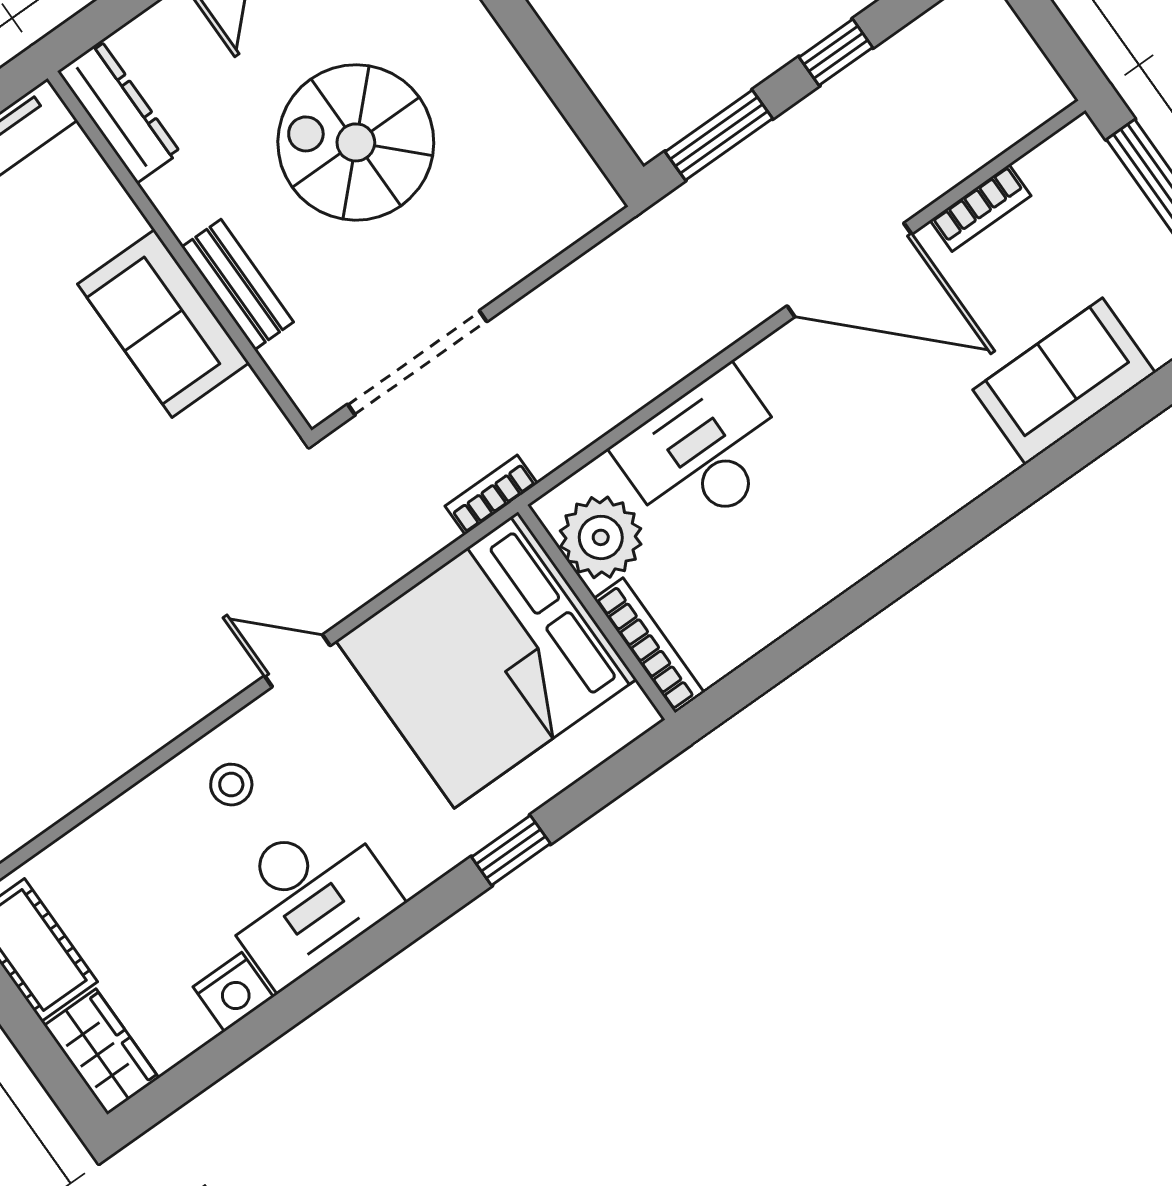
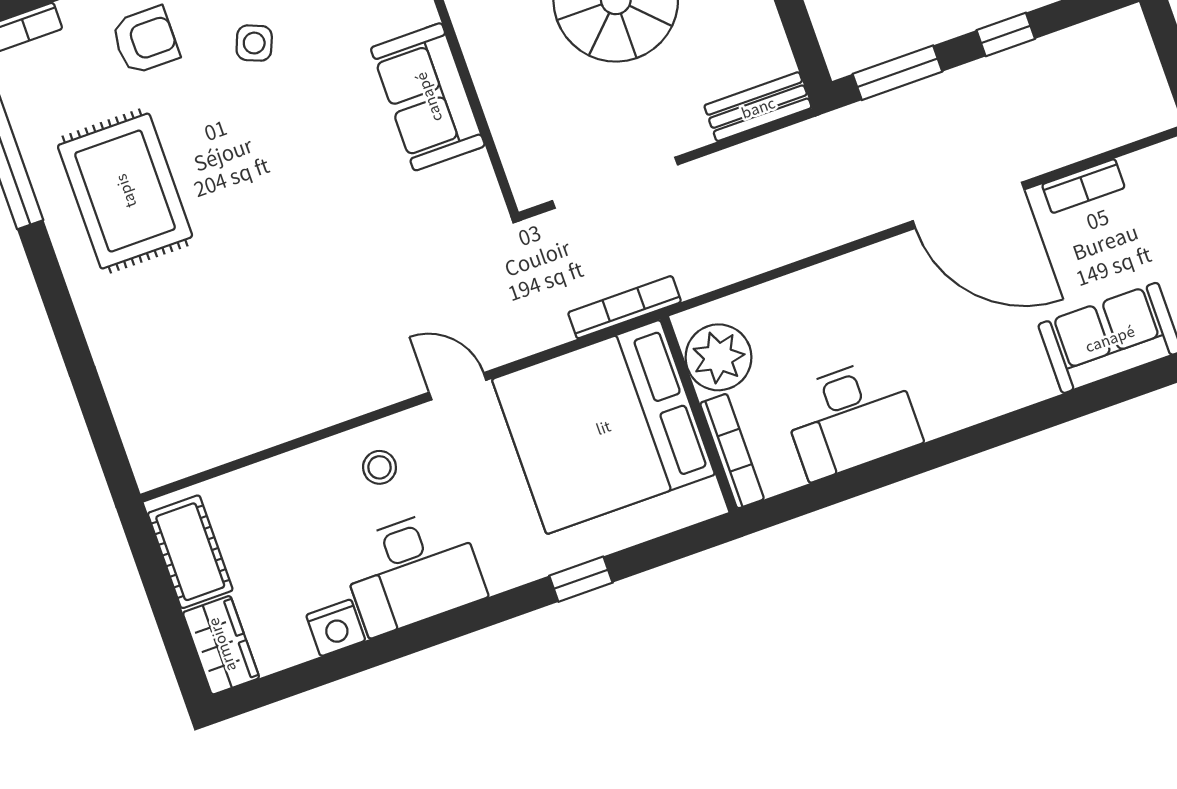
bench: (238, 285) -> (758, 107), moved, turned 90
desk: (704, 453) -> (851, 418), moved, turned 180
bookcase: (491, 495) -> (625, 307), width x1.56

